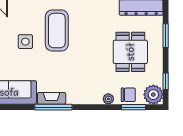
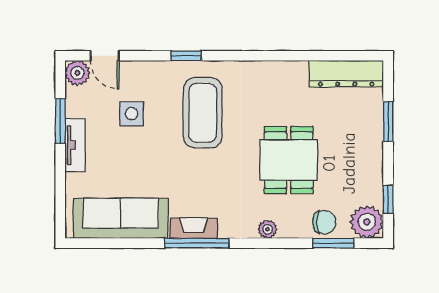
side table: (25, 42) -> (132, 114), moved
dining table: (130, 52) -> (289, 160), moved
plant: (108, 99) -> (268, 229), moved

